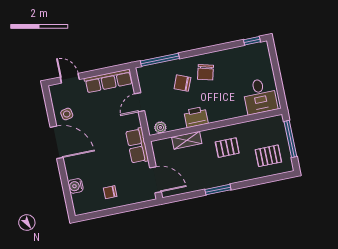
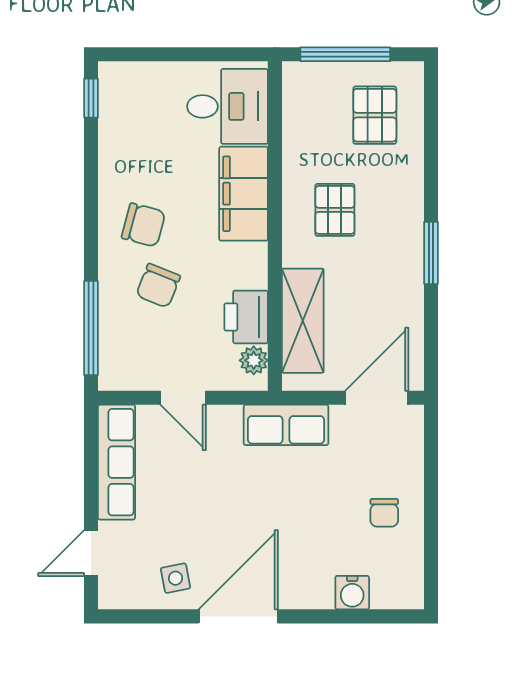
filing cabinet: (226, 110) -> (244, 194), added
printer: (196, 117) -> (246, 317), moved
shelving: (187, 140) -> (303, 321), width x1.50, depth x1.33

